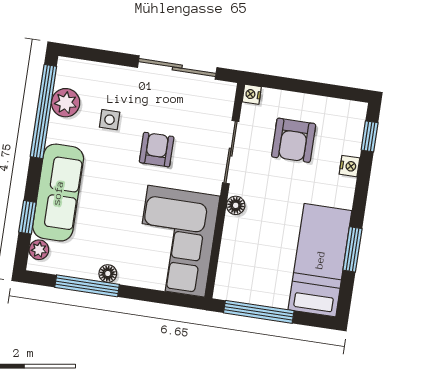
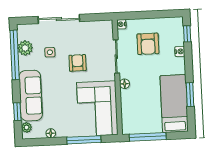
sliding door: (177, 68) -> (59, 19), moved
floor lamp: (108, 274) -> (51, 133), moved
window: (87, 286) -> (84, 140), moved

